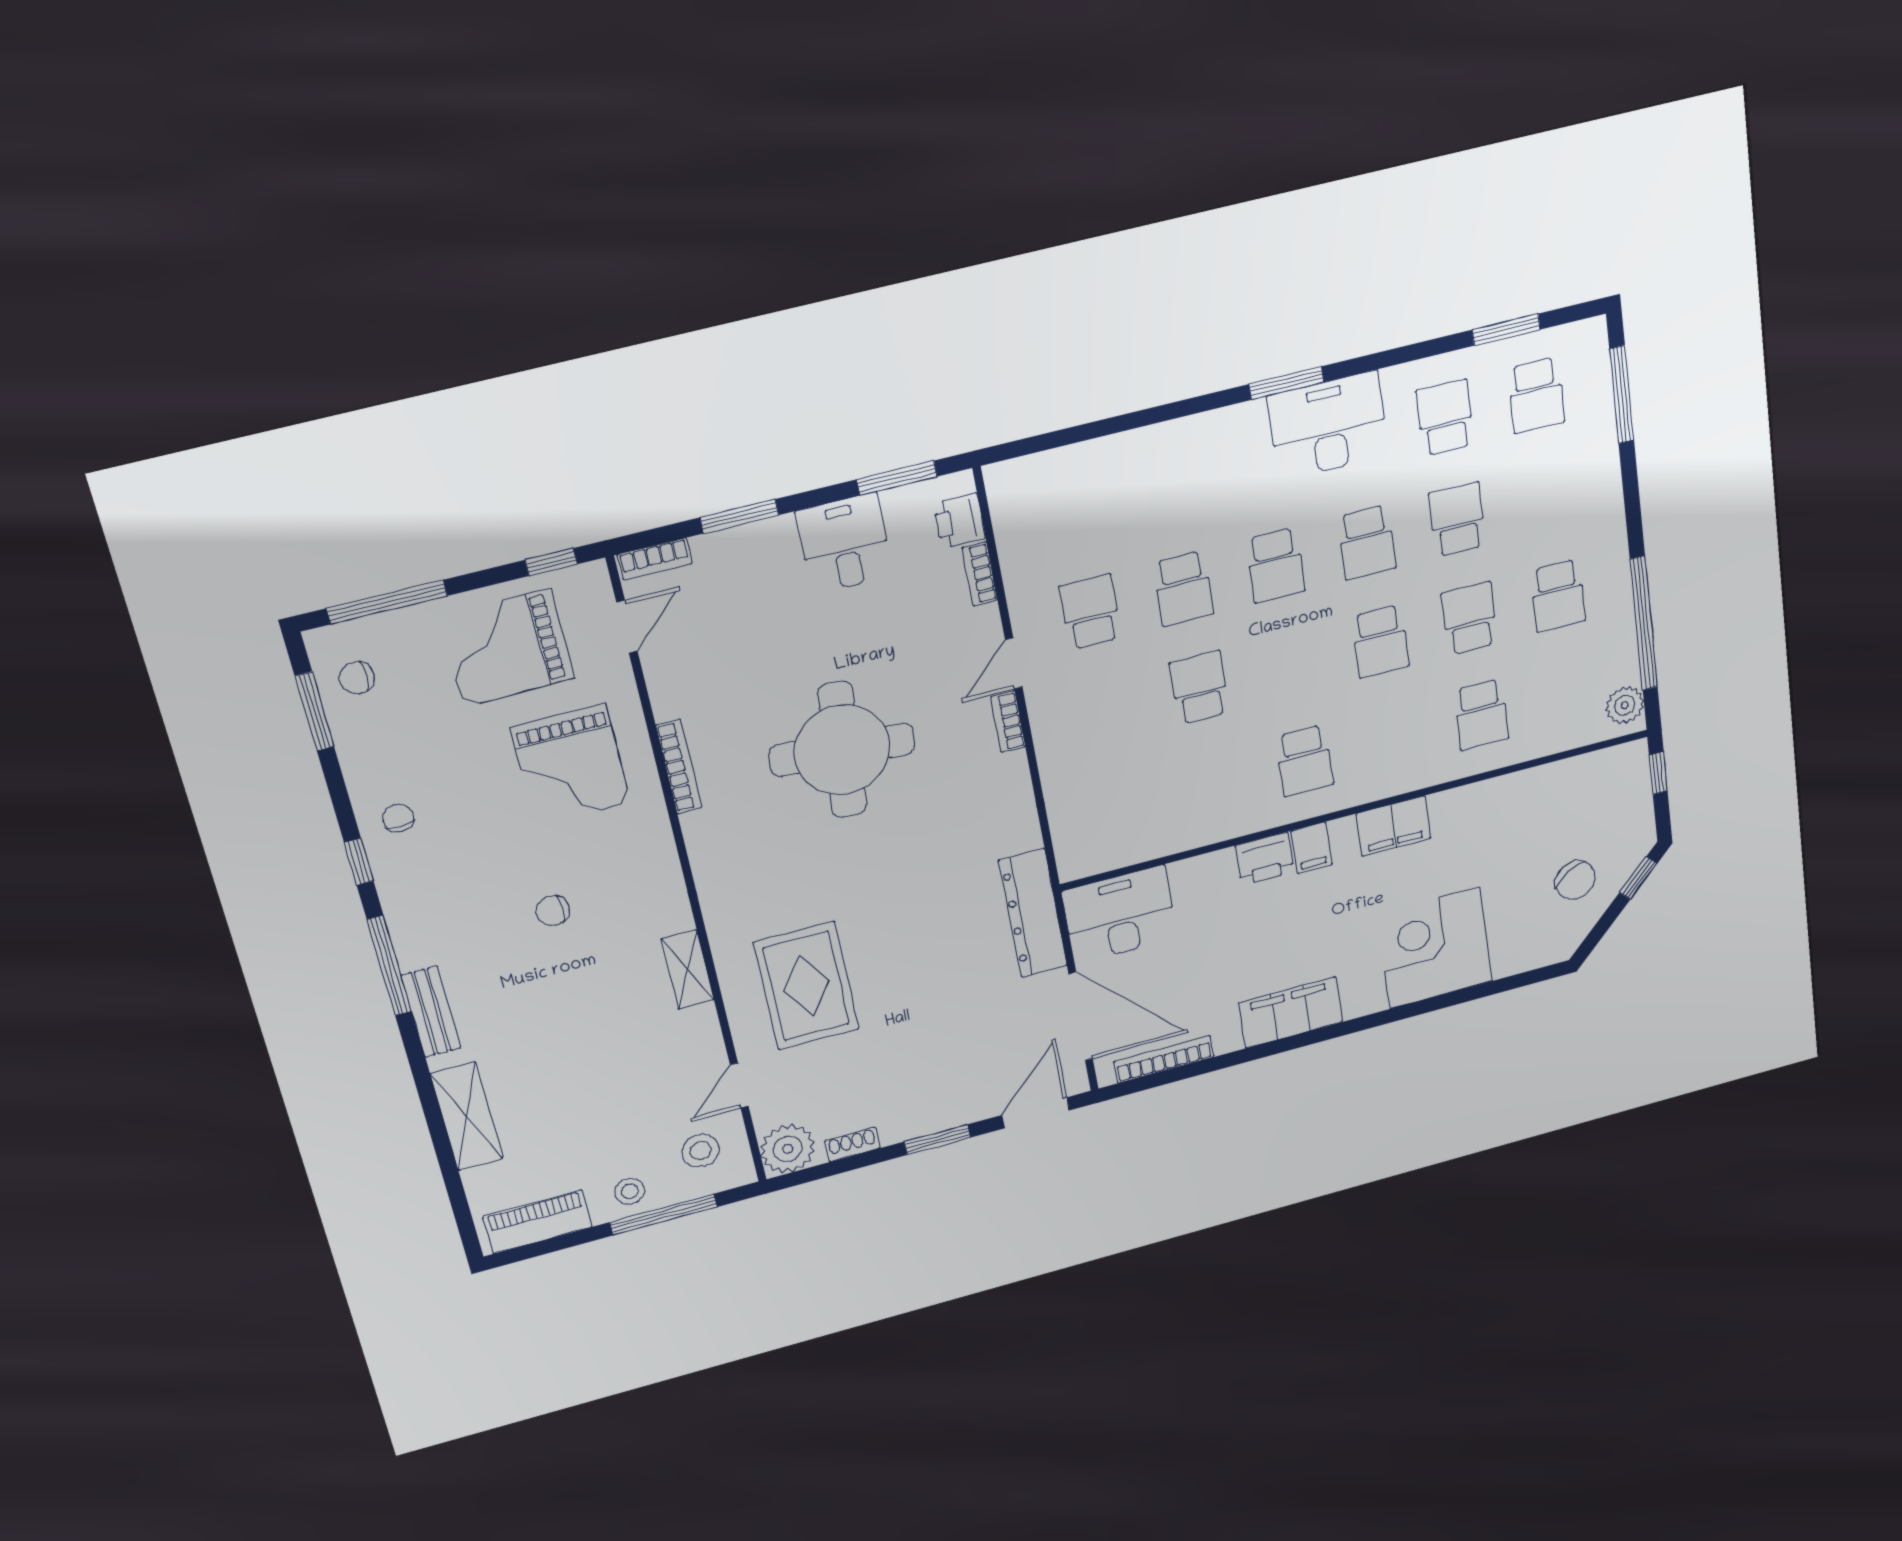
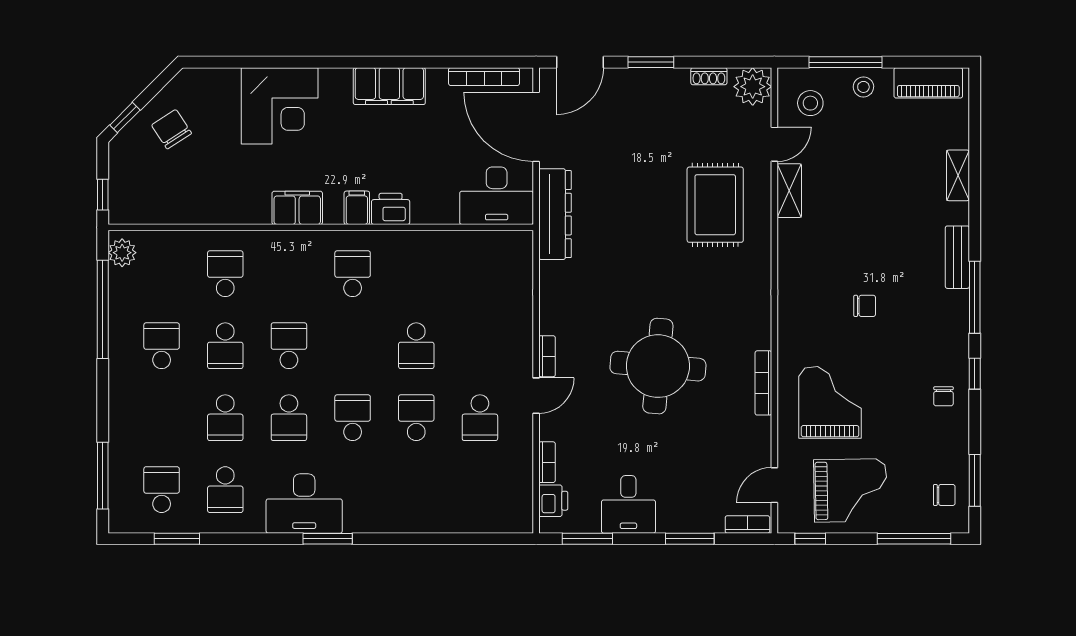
school desk: (1367, 542) -> (289, 418), turned 180
shelving: (688, 970) -> (789, 191), moved
shelving: (467, 1116) -> (958, 175), width x0.67, depth x0.75

